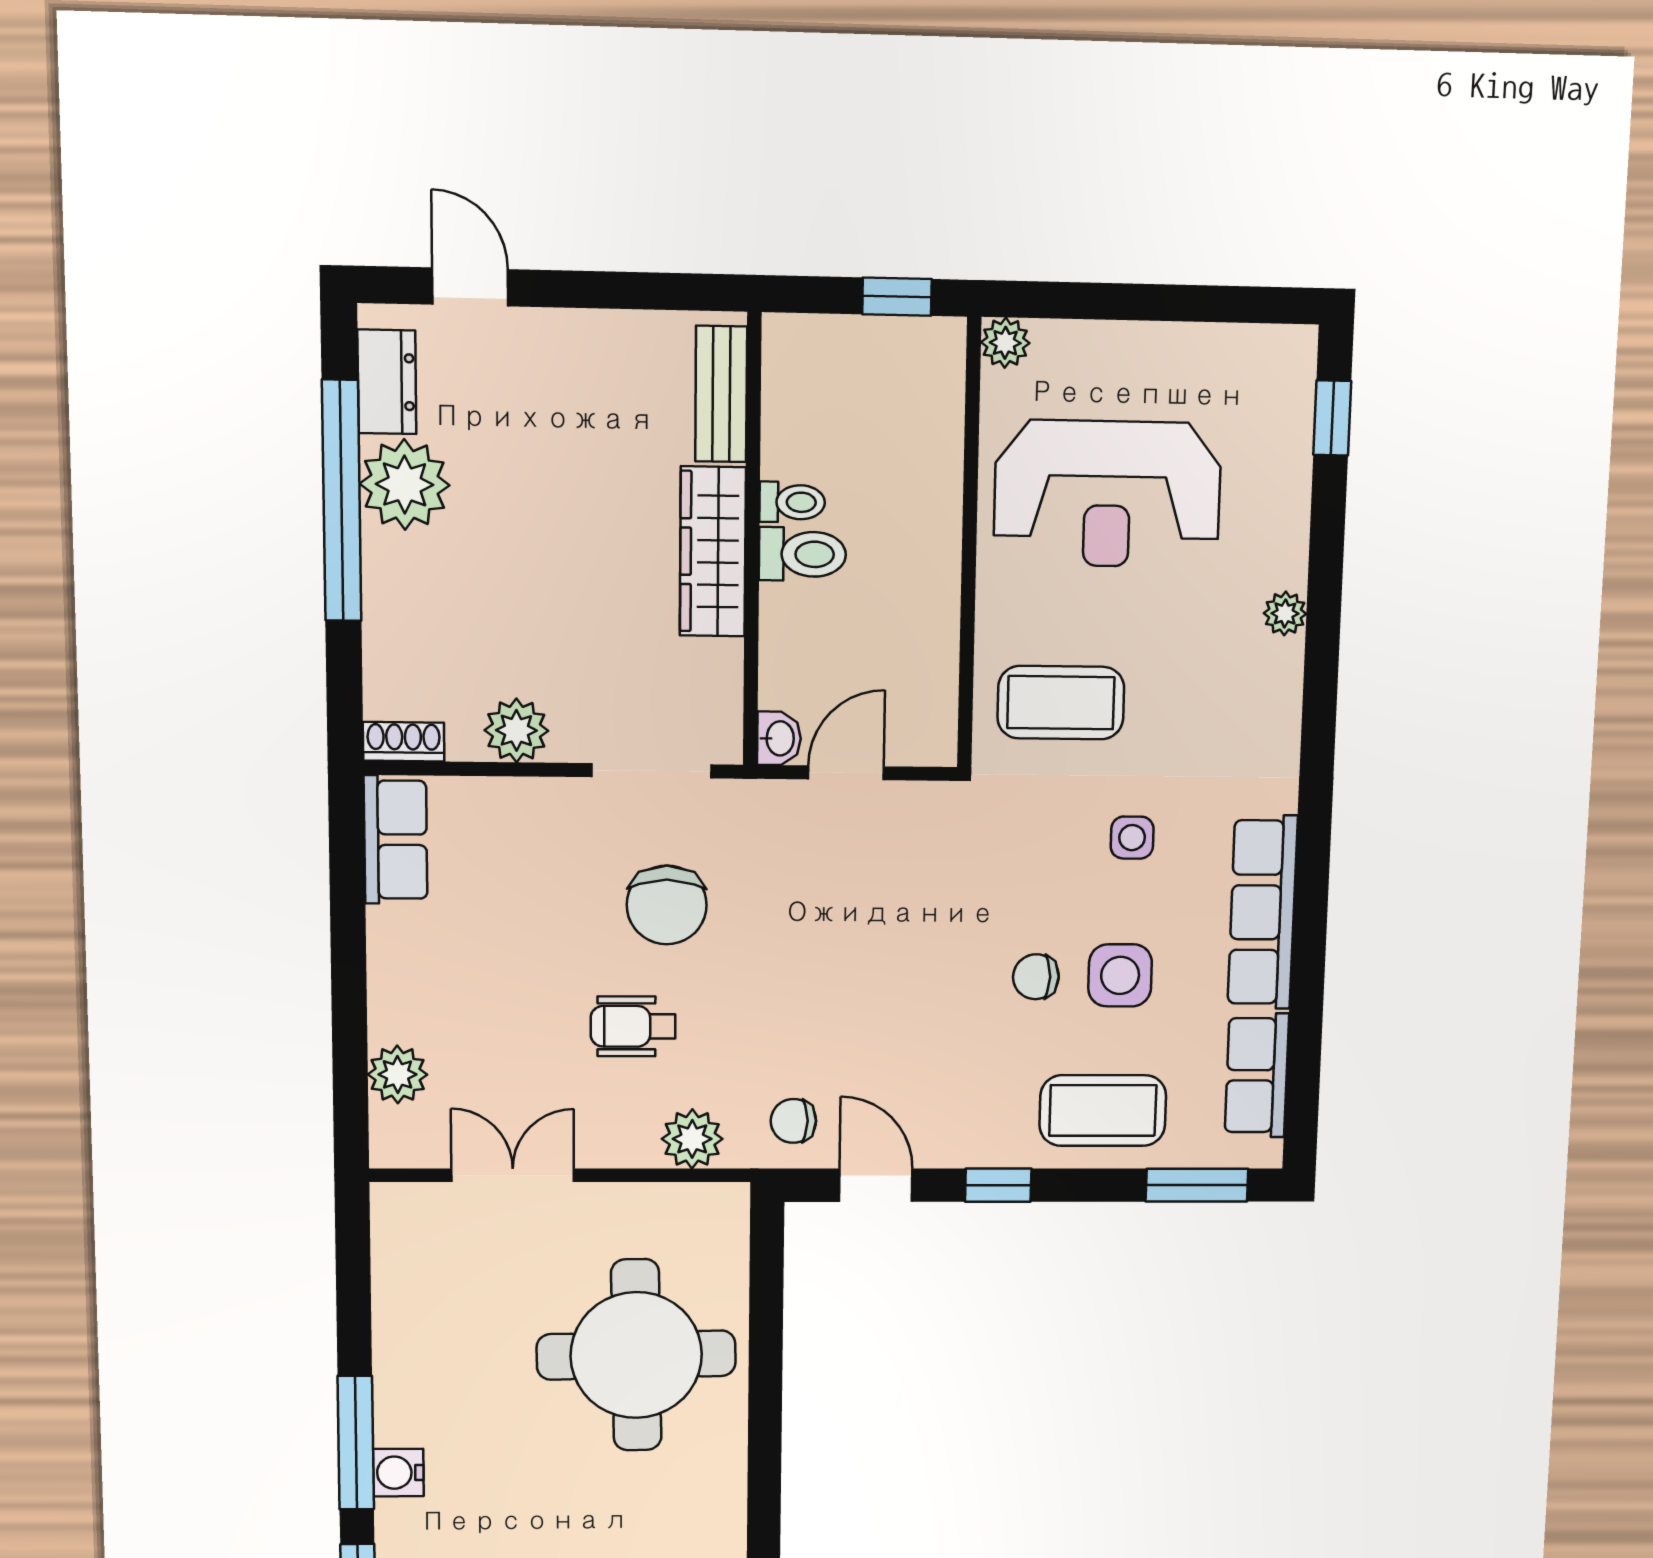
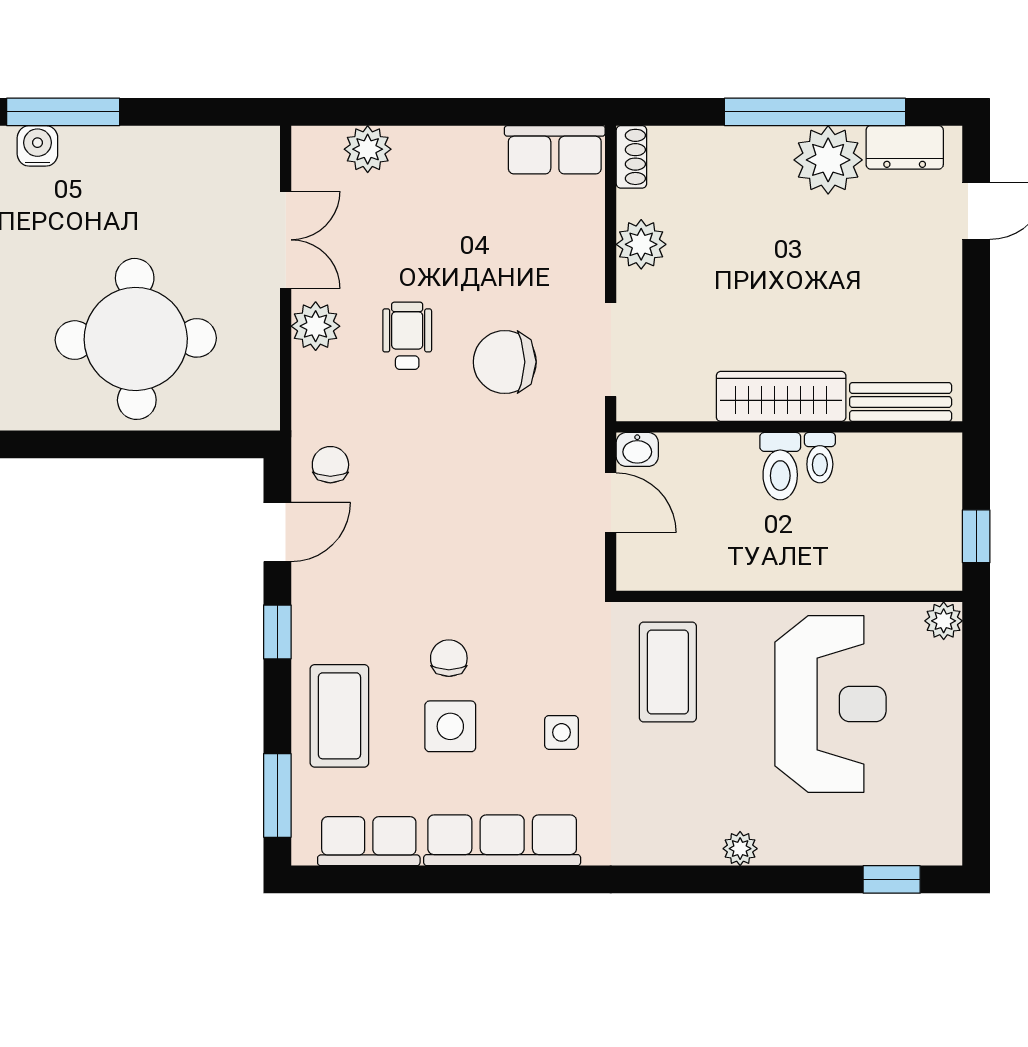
reception desk: (1107, 494) -> (830, 704), turned 180
plant: (692, 1139) -> (316, 326), moved

